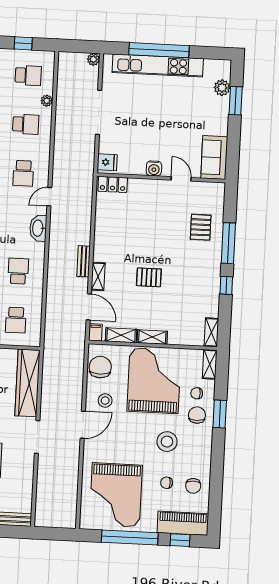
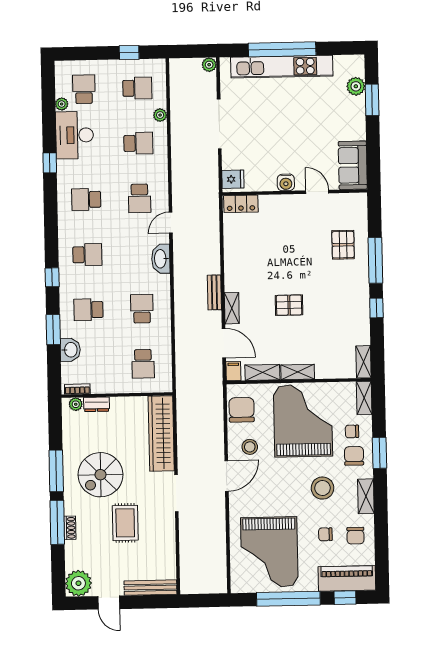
shelving: (205, 452) -> (366, 496), added

